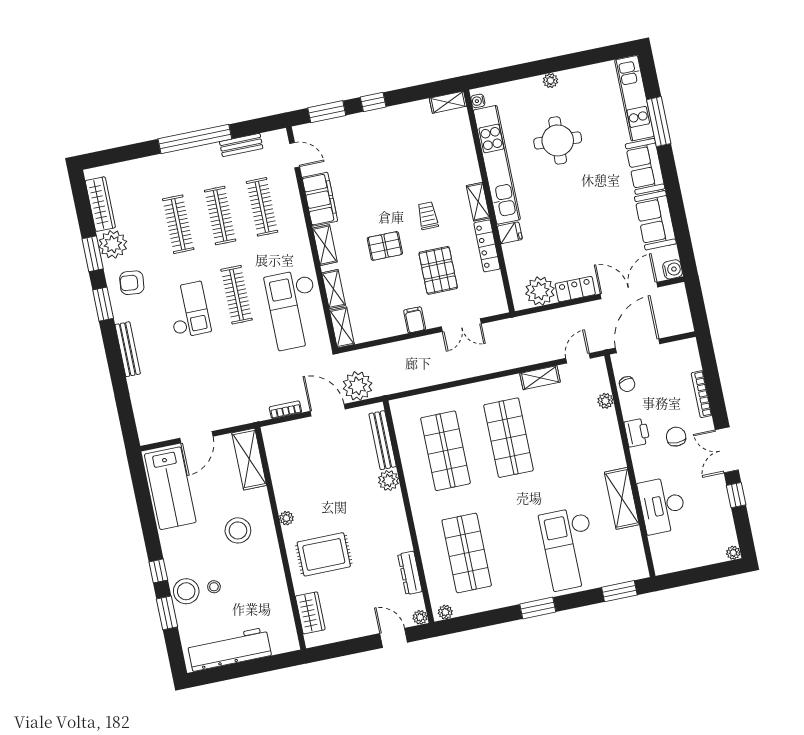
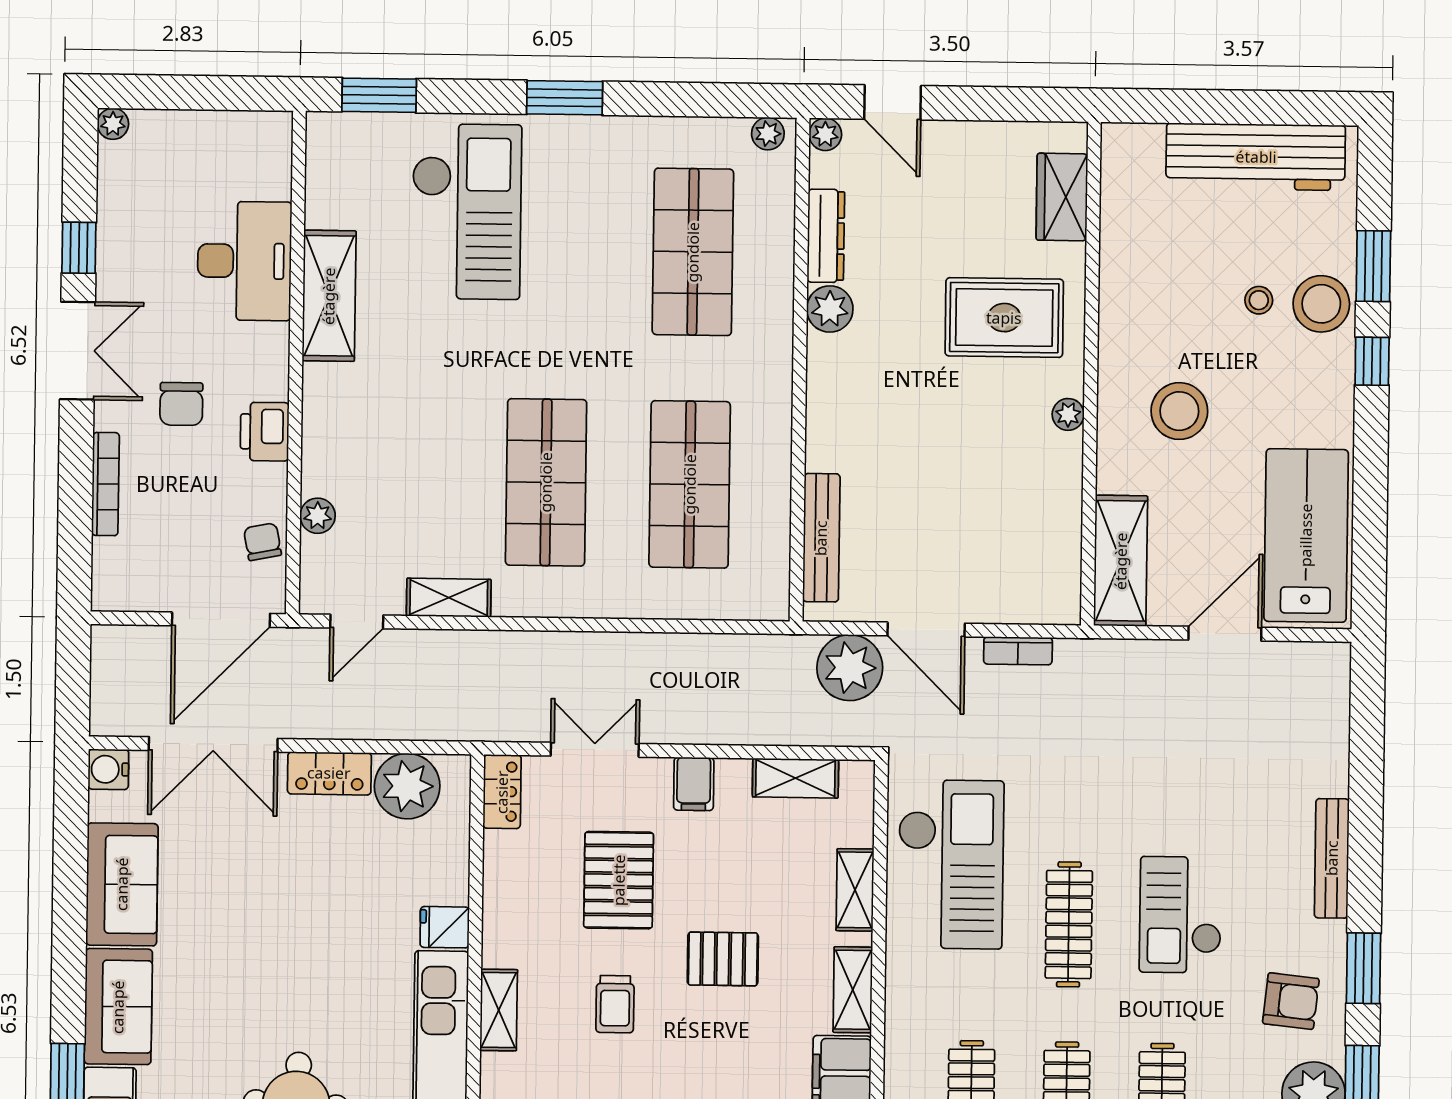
locker: (487, 246) -> (502, 792), moved, width x0.66
shelving: (342, 327) -> (795, 778), moved, turned 90
plant: (389, 480) -> (830, 309), moved

